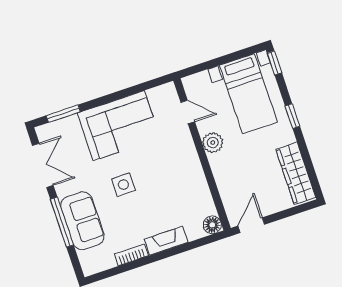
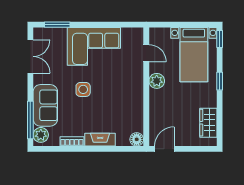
wardrobe: (296, 173) -> (208, 123), width x0.67
window: (62, 222) -> (30, 120), moved
plant: (89, 260) -> (41, 135), added

